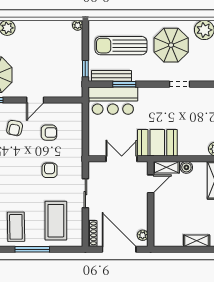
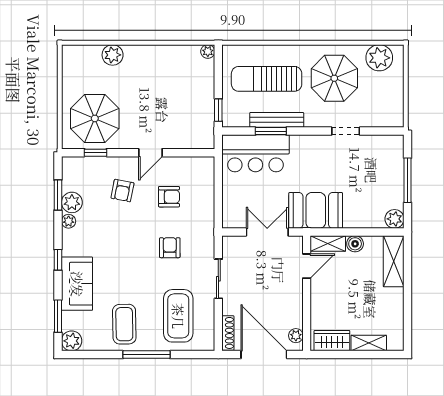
bench: (111, 76) -> (277, 120), moved
wardrobe: (169, 239) -> (332, 341), added

